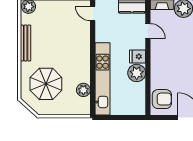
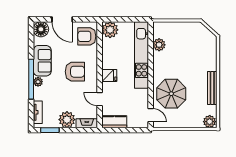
armchair: (175, 61) -> (75, 72), added
plant: (137, 73) -> (110, 30), moved
parasol: (46, 84) -> (171, 94), moved

